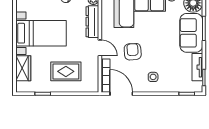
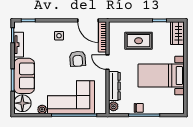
wardrobe: (23, 68) -> (177, 33), moved

